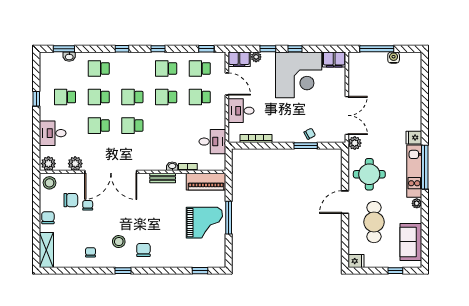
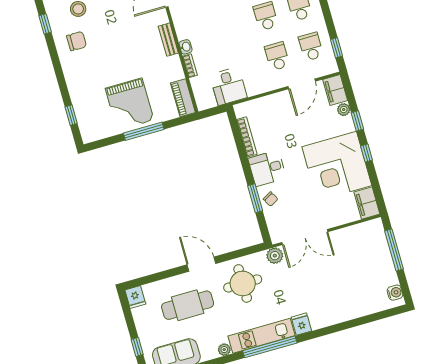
water cooler: (394, 58) -> (395, 293), moved
desk: (241, 111) -> (267, 168), moved, turned -90
piano: (206, 182) -> (183, 98), width x0.73, depth x0.75

